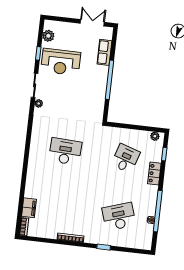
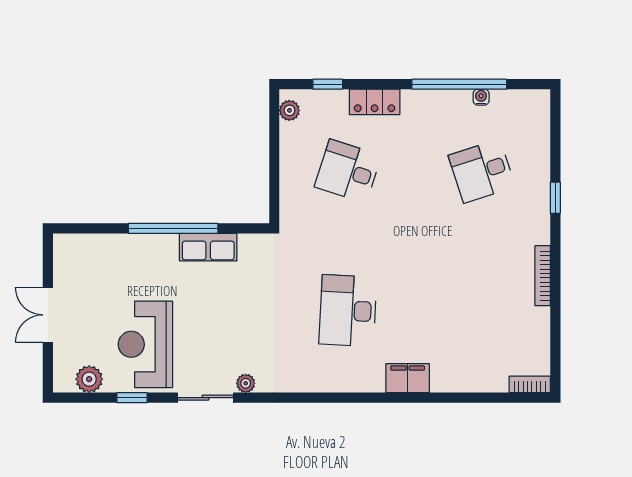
double door: (92, 23) -> (48, 315), moved
row of seats: (104, 52) -> (208, 247), moved
reception desk: (61, 62) -> (145, 344), turned 180
filing cabinet: (29, 208) -> (408, 378), moved
desk: (119, 216) -> (482, 171), width x0.73

